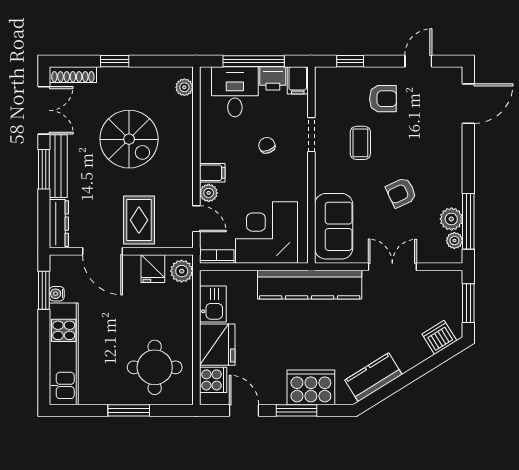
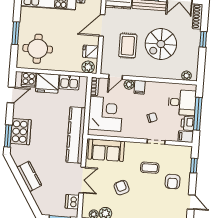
rug: (139, 220) -> (128, 46), moved, turned 90
dishwasher: (439, 337) -> (72, 202), moved, turned -148
kitchen counter: (373, 377) -> (29, 176), moved
window: (296, 410) -> (8, 136), moved

